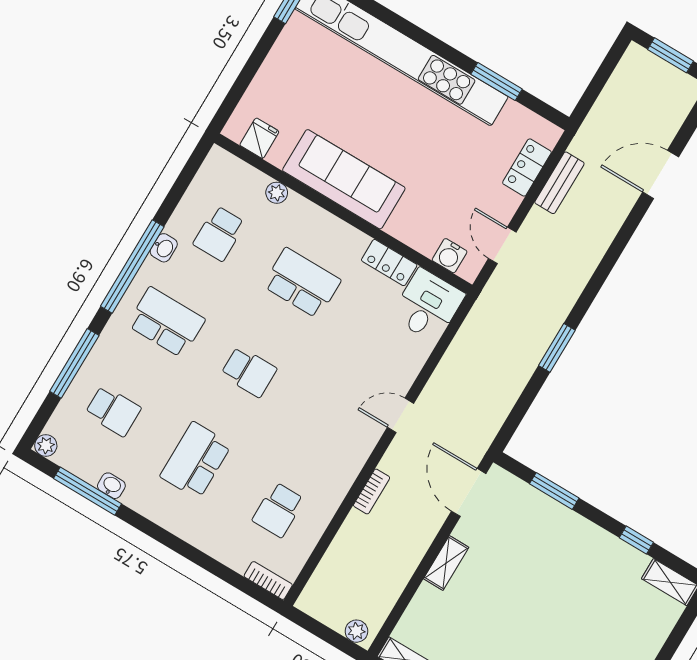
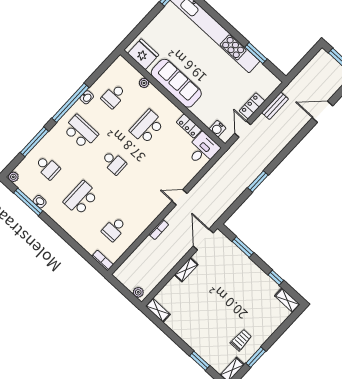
fridge: (259, 138) -> (143, 54), width x1.88, depth x1.34
locker: (527, 167) -> (252, 106), moved
school desk: (302, 283) -> (147, 127), turned -90

